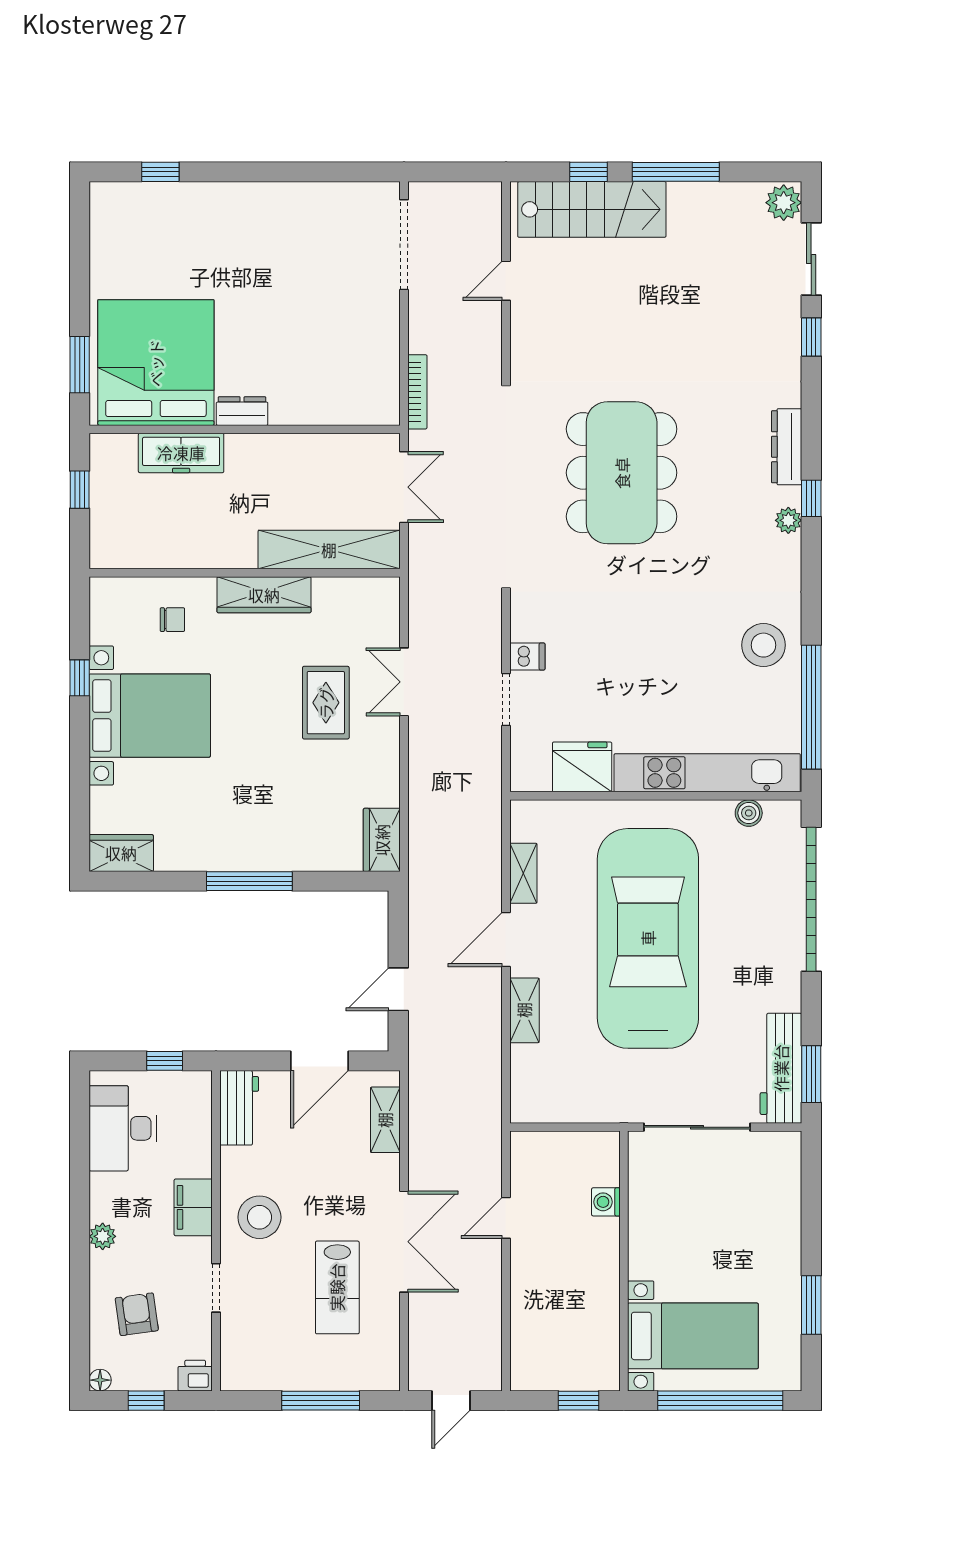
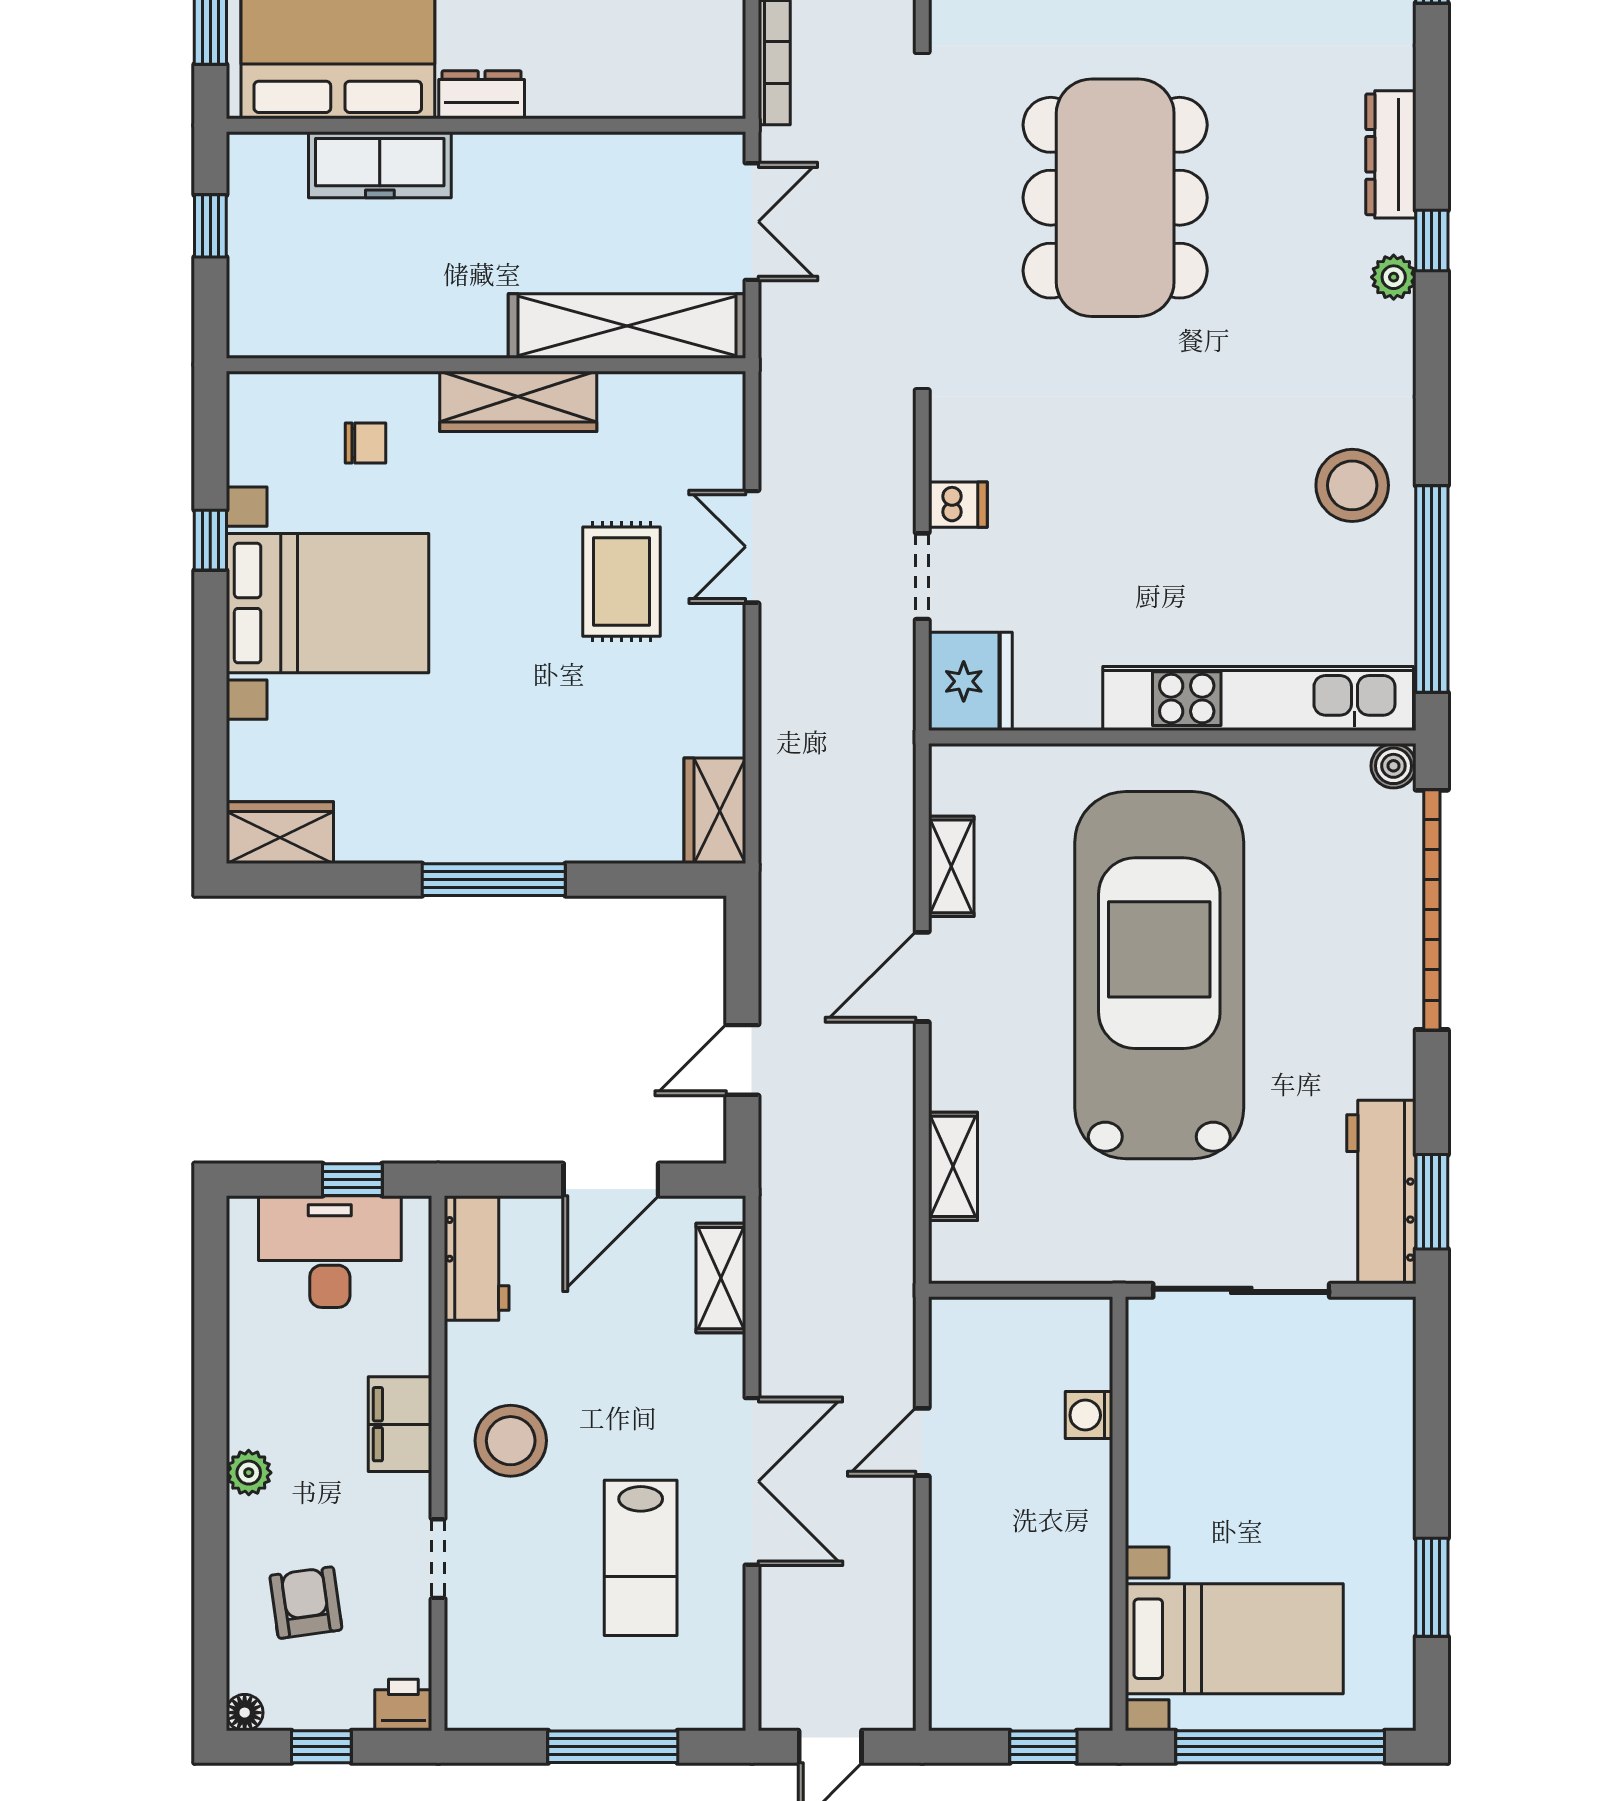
fridge: (582, 767) -> (970, 681), moved, turned 90
boiler: (749, 813) -> (1393, 766), moved
shelving: (524, 1010) -> (953, 1166), moved
desk: (123, 1128) -> (330, 1252), moved, turned 90

